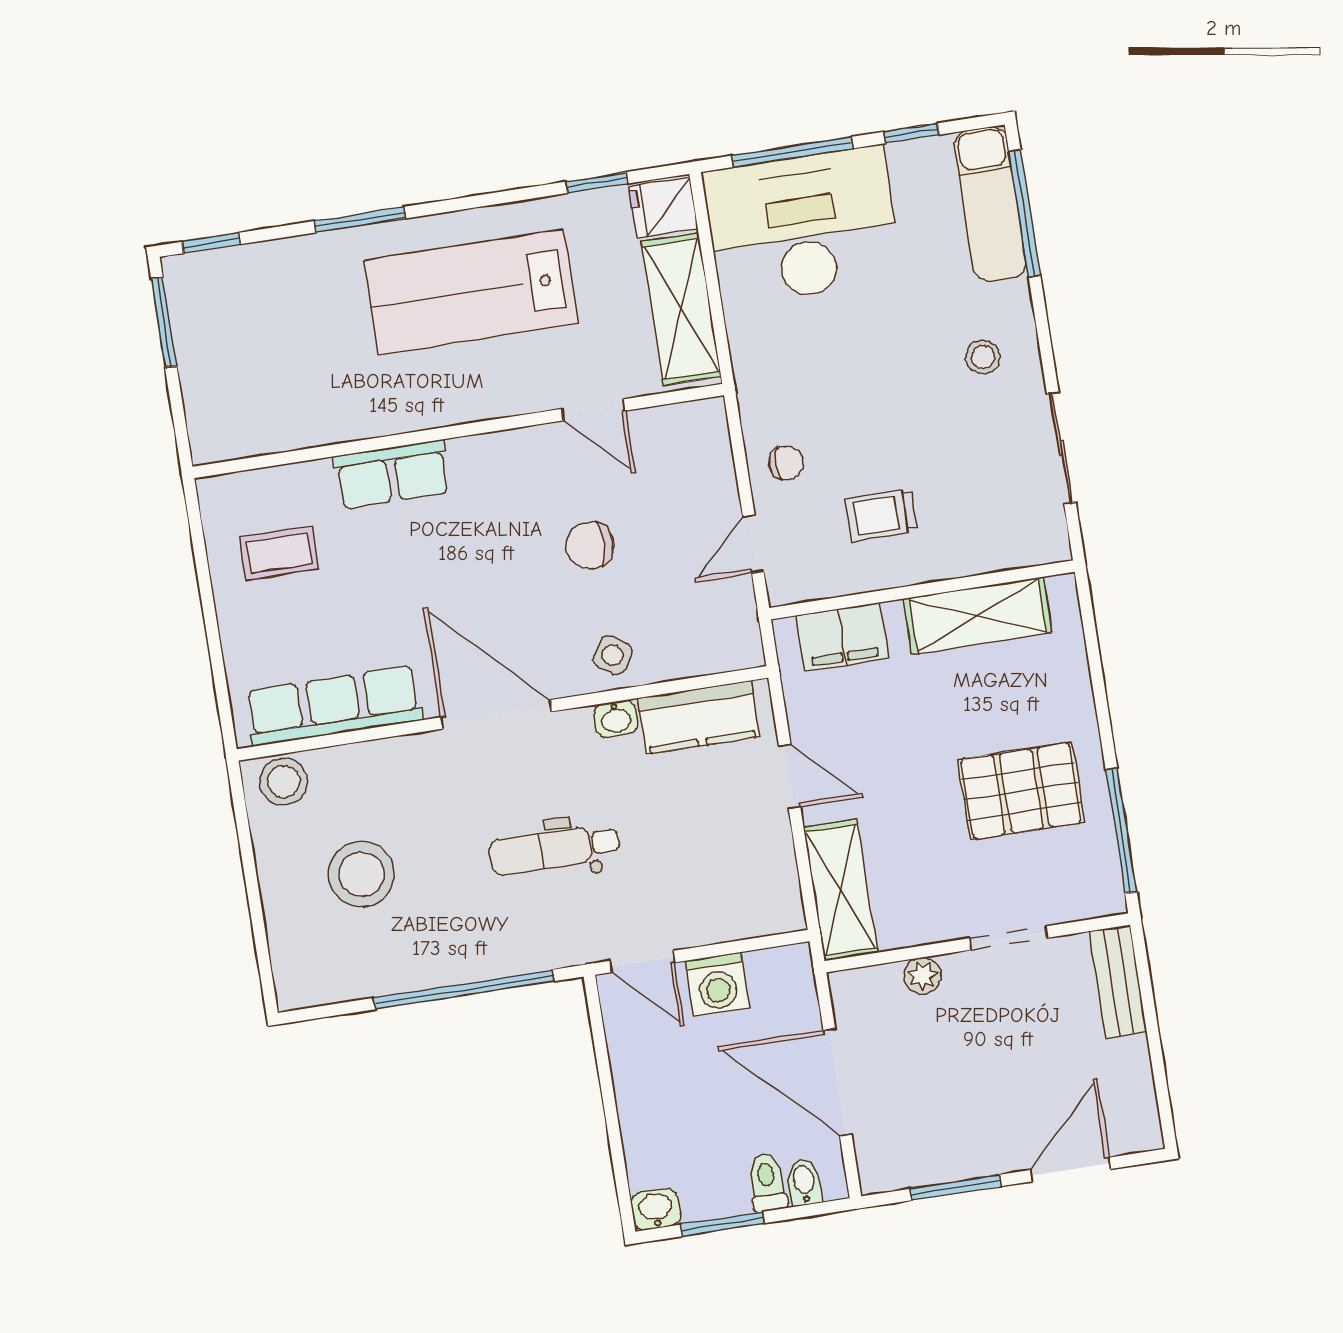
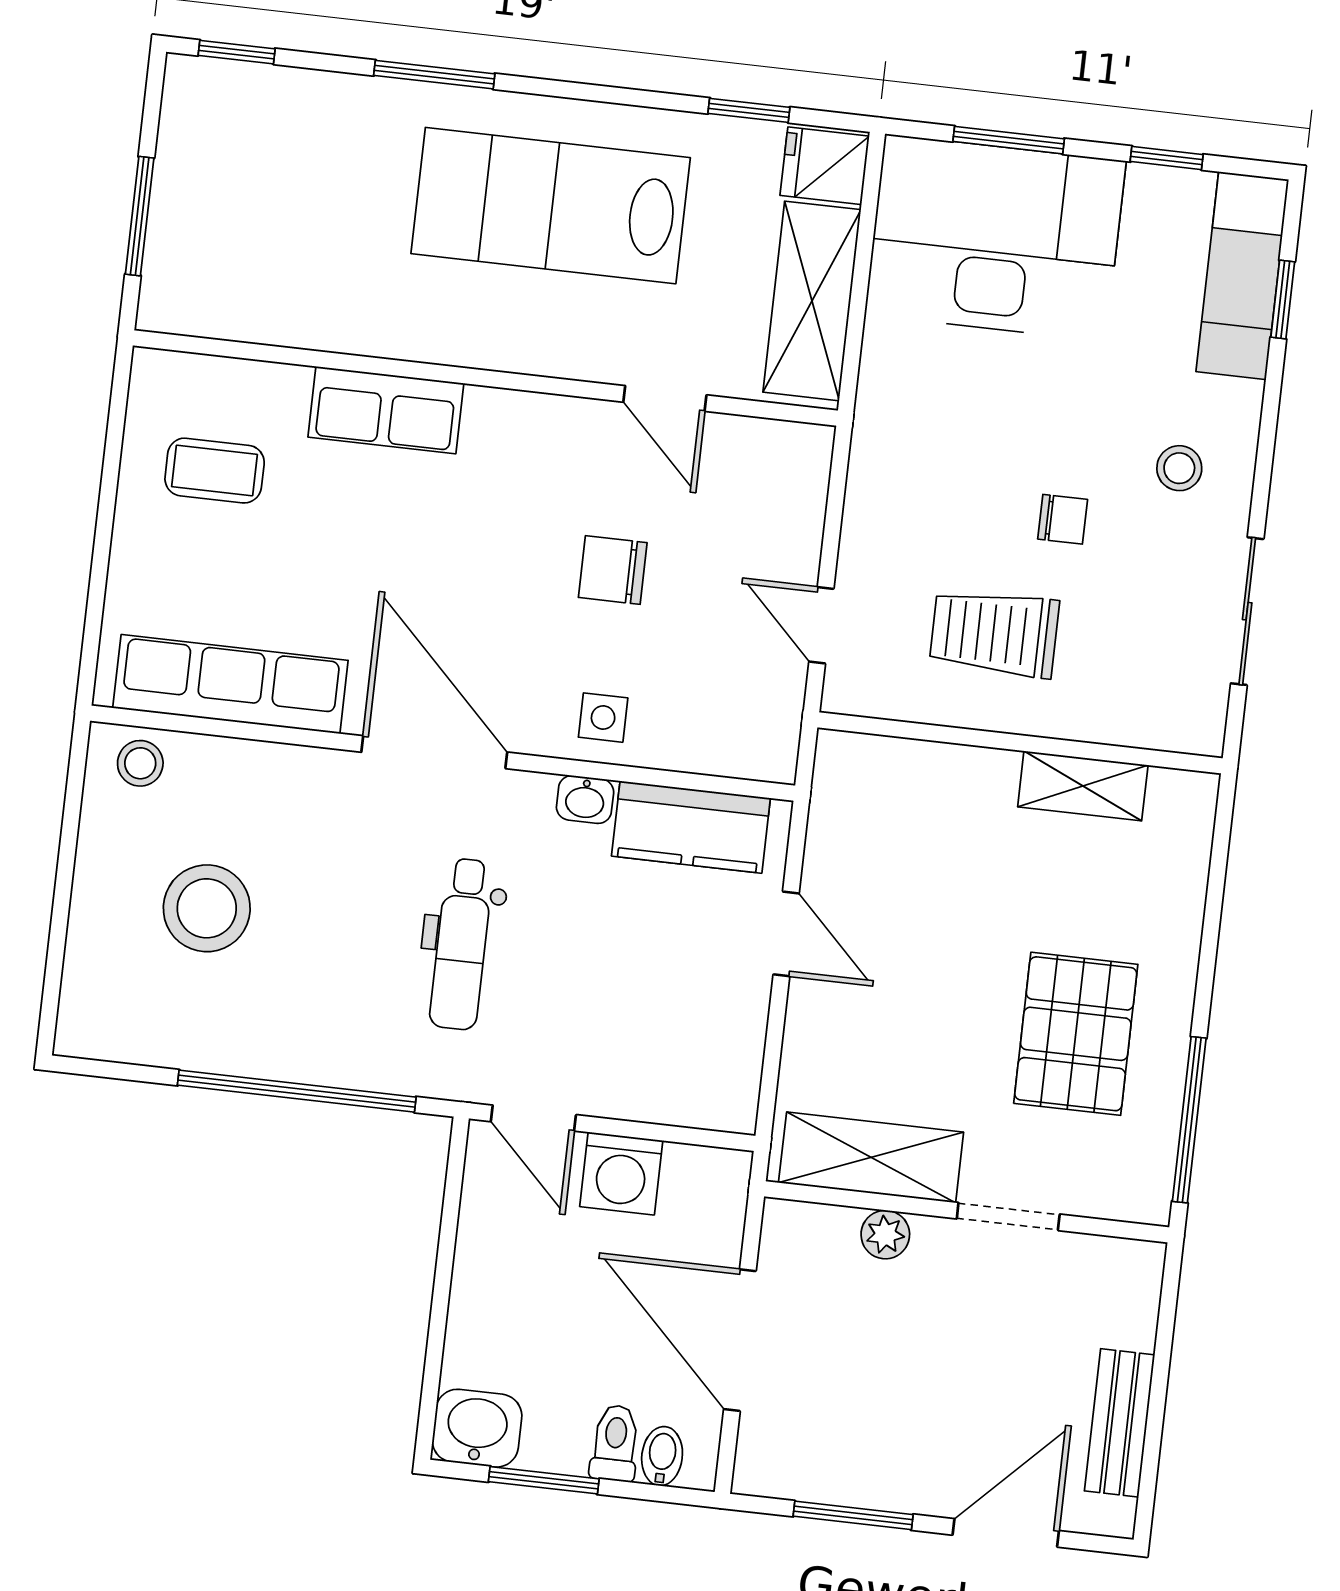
window: (792, 152) -> (1009, 140), width x0.69
window: (1025, 213) -> (1283, 300), width x0.46
window: (164, 323) -> (140, 216), moved
chair: (786, 463) -> (1063, 519), moved
trolley: (881, 515) -> (994, 633), width x1.36, depth x1.39
door: (753, 544) -> (821, 625), hinge flipped
shelving: (978, 616) -> (1083, 786), width x0.67, depth x0.75
filing cabinet: (842, 637) -> (902, 775), removed
side table: (612, 655) -> (603, 718), turned -35
stool: (284, 782) -> (140, 763), width x0.73, depth x0.73
pallet: (1021, 791) -> (1076, 1034), turned 90
dental chair: (554, 849) -> (461, 944), turned -90
shelving: (841, 890) -> (871, 1157), moved, turned 90
bench: (1118, 982) -> (1120, 1423), moved
washbasin: (656, 1209) -> (477, 1428), width x1.38, depth x1.45

